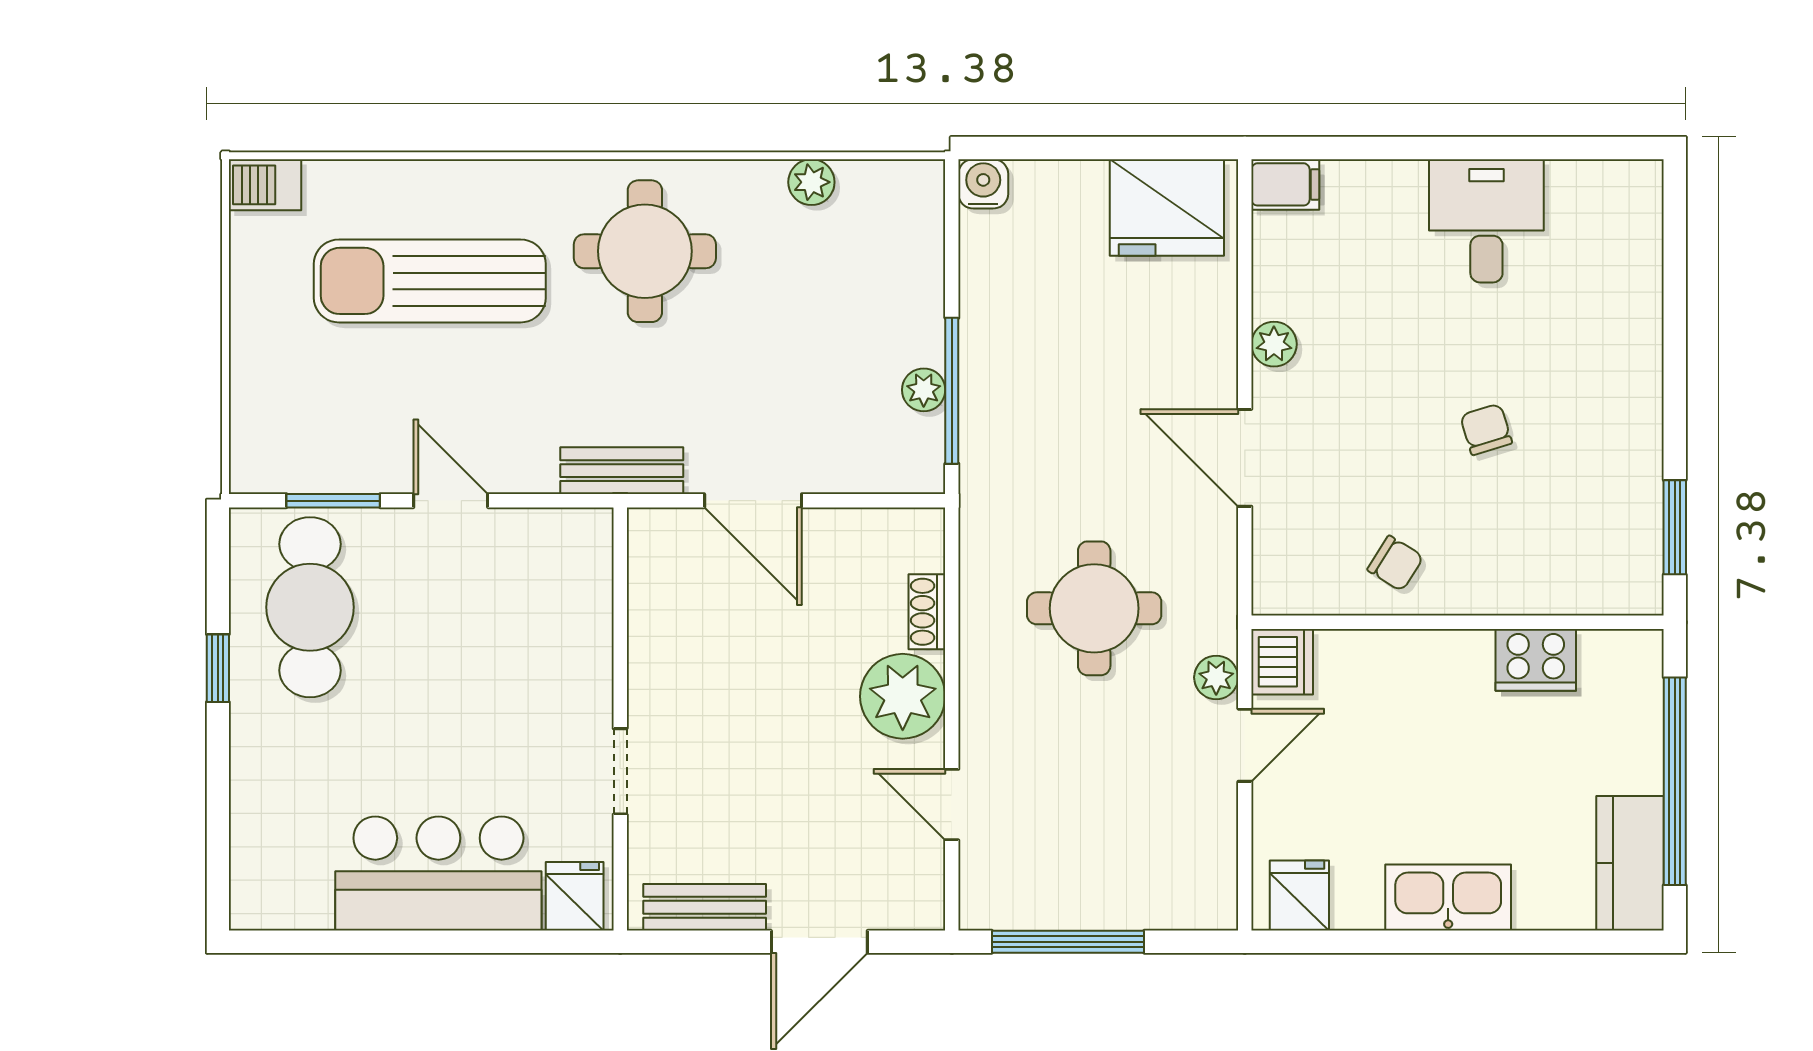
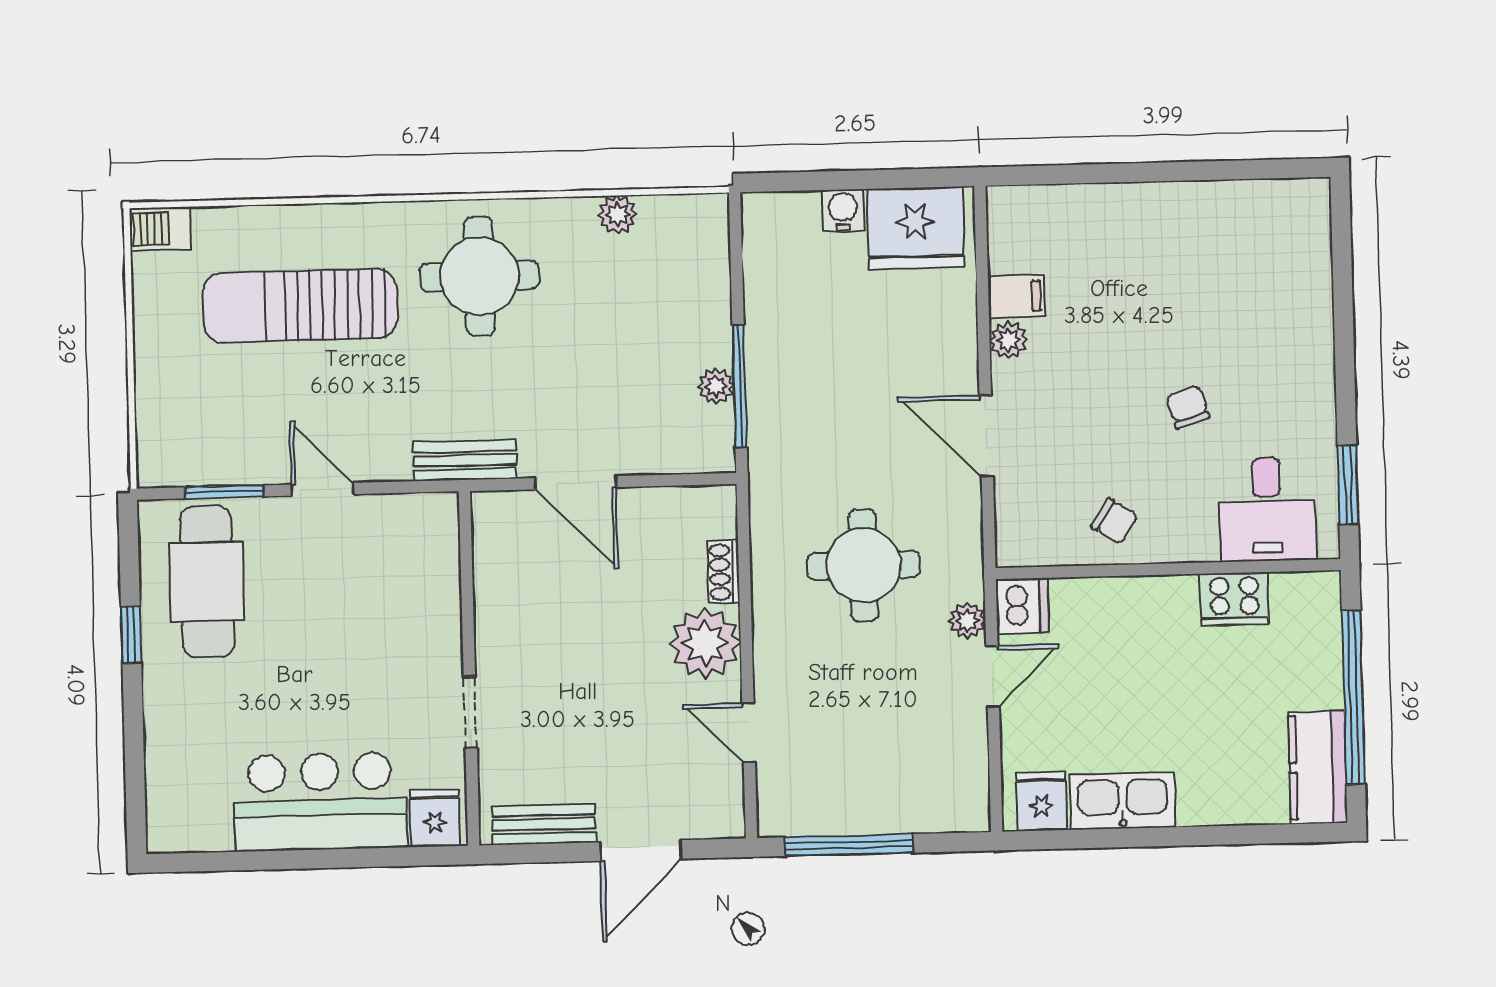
water cooler: (983, 184) -> (843, 210), moved
filing cabinet: (1285, 184) -> (1017, 296), moved
desk: (1486, 221) -> (1267, 509), moved, turned 180
kitchen sink: (1448, 898) -> (1123, 801), moved

